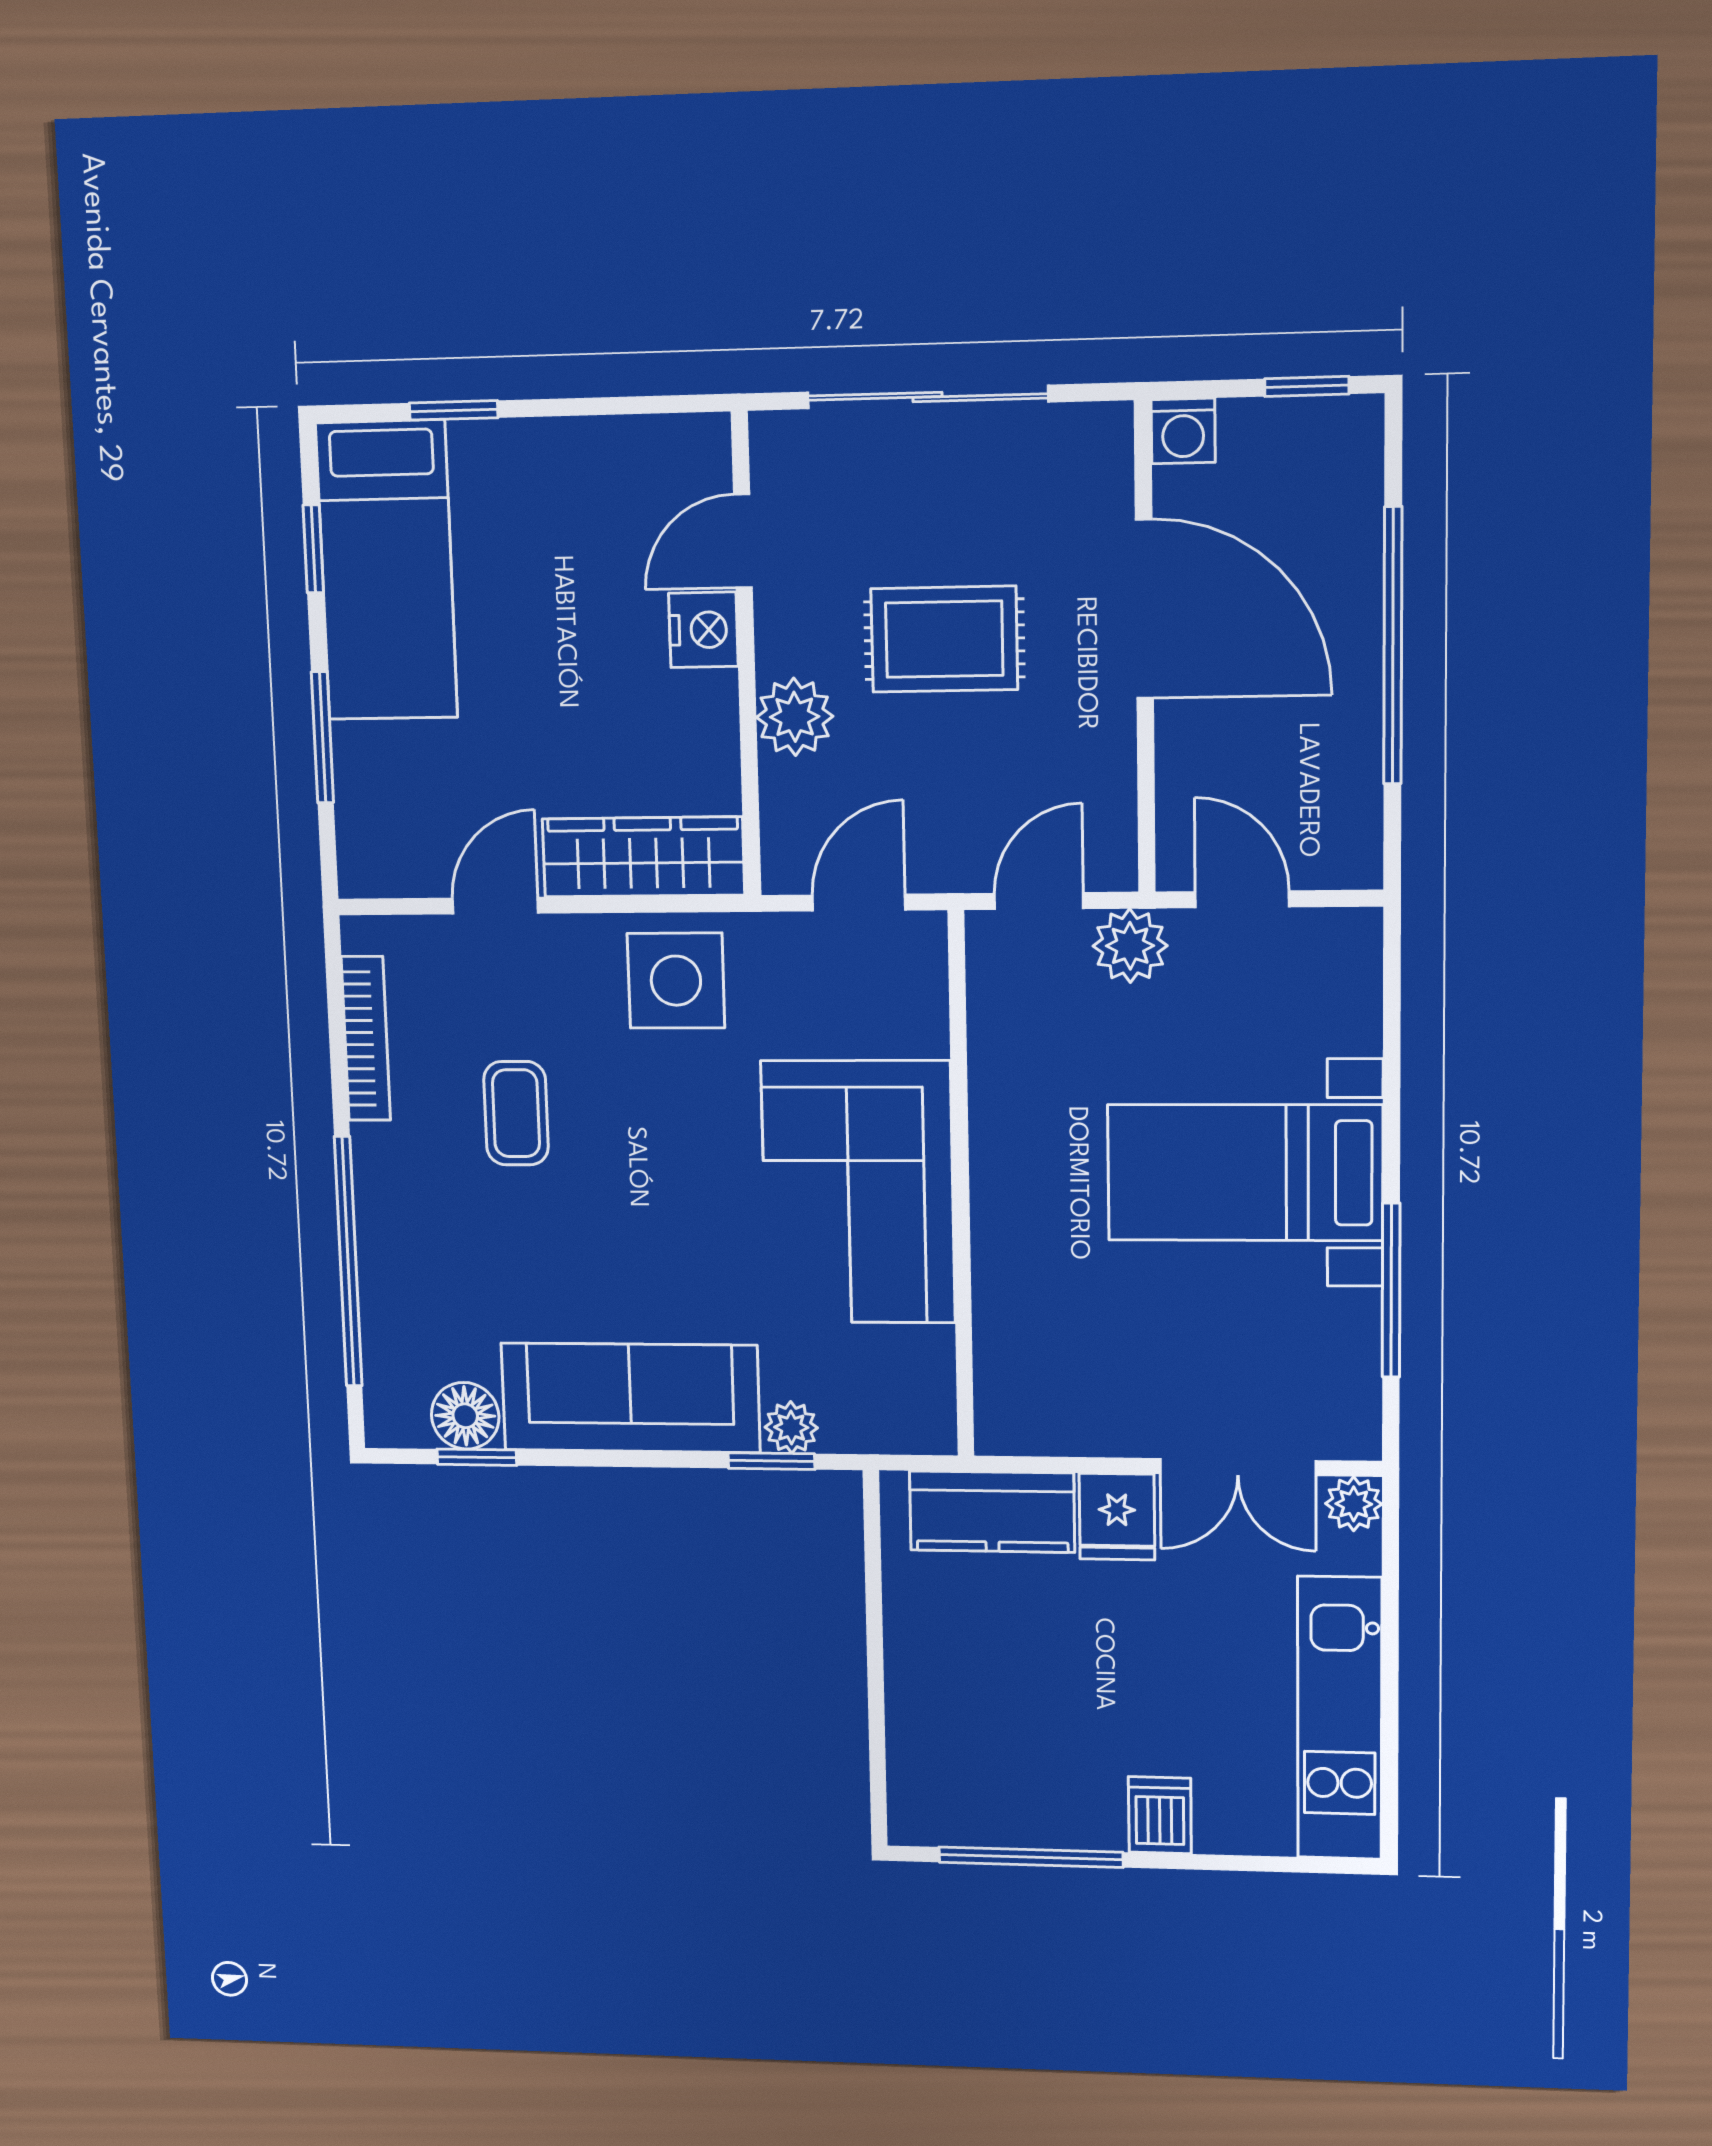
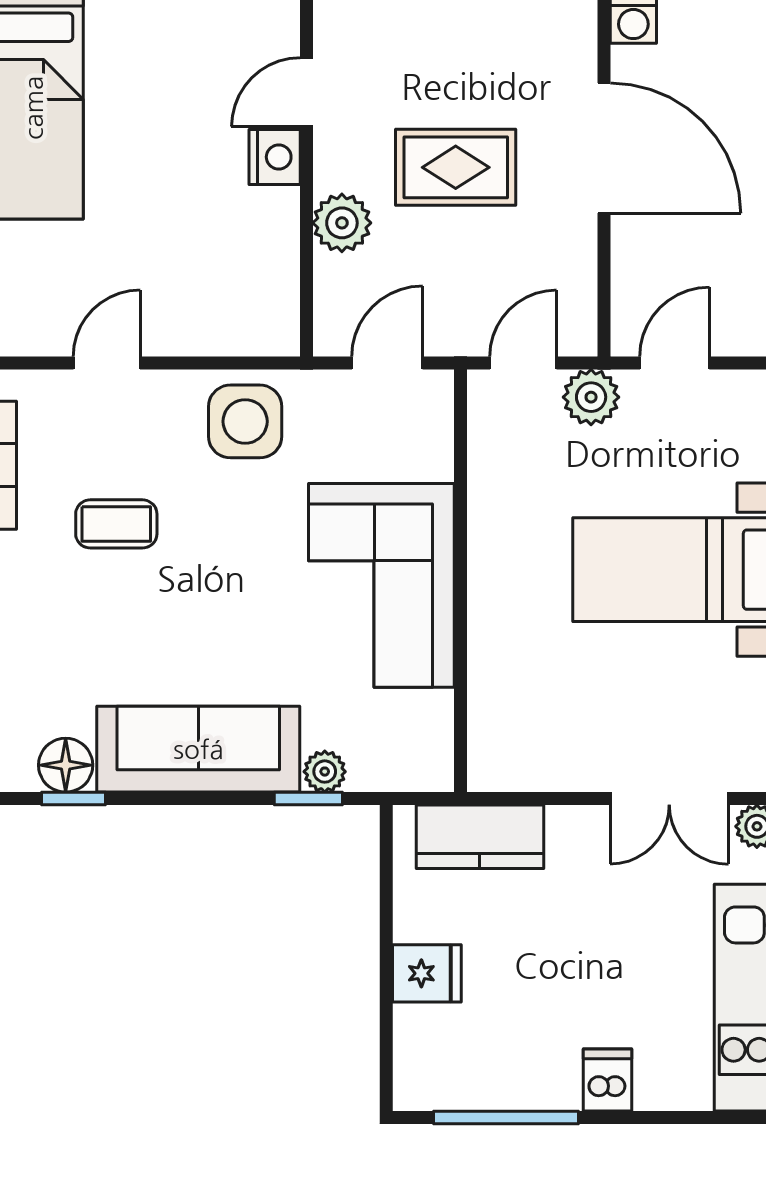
wardrobe: (643, 857) -> (223, 327), removed
door: (1242, 899) -> (675, 363), hinge flipped
coffee table: (516, 1113) -> (116, 524), turned 90
fridge: (1117, 1517) -> (427, 973), moved, turned -90

